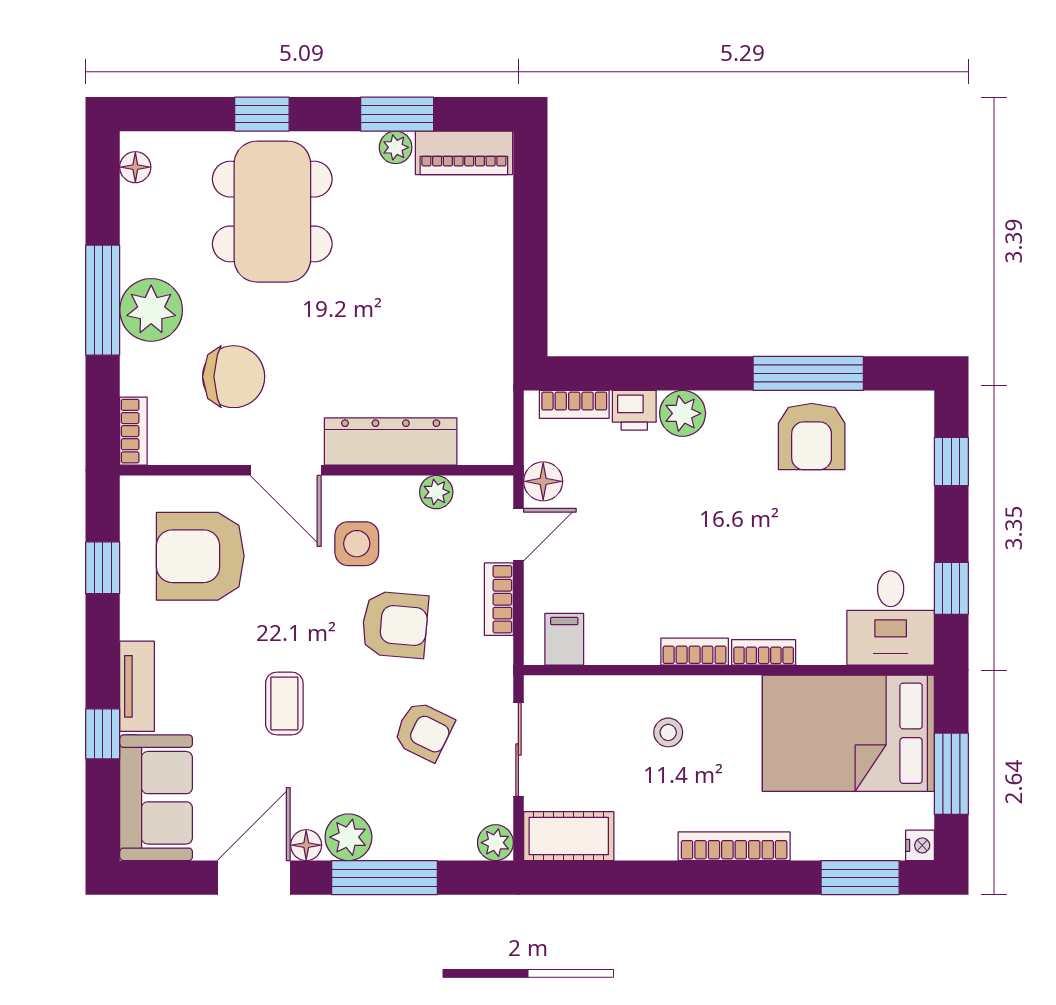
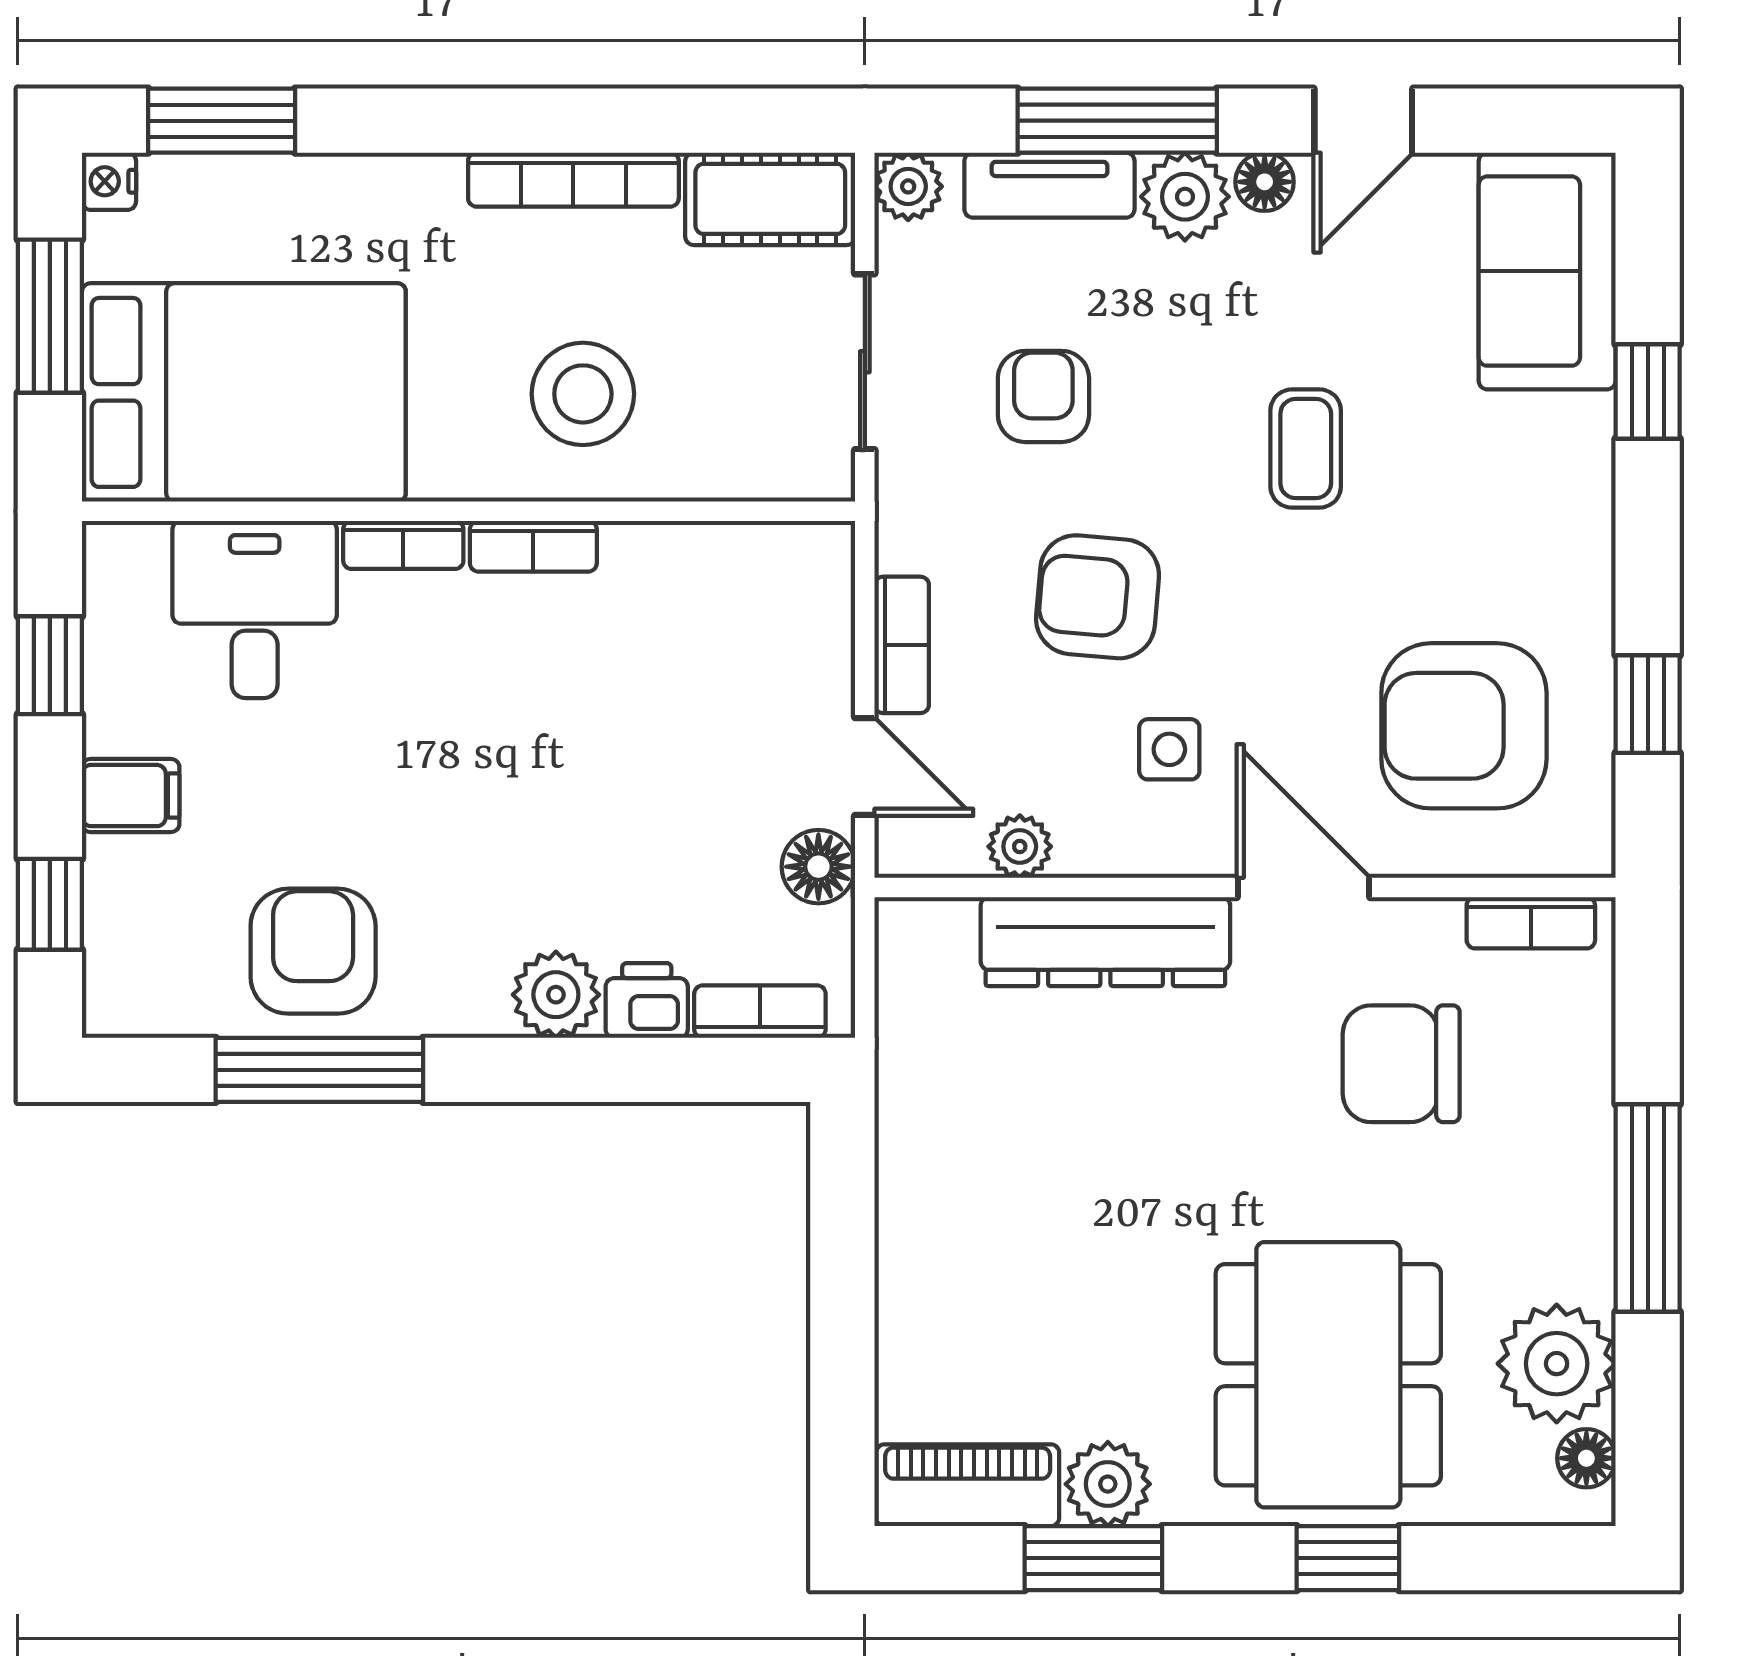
plant: (396, 147) -> (1108, 1484), width x1.38, depth x1.38
plant: (151, 310) -> (1557, 1364), moved
bookcase: (133, 431) -> (1531, 923), moved, turned -90
door: (518, 535) -> (865, 767), swing flipped
side table: (357, 544) -> (1169, 749), width x0.73, depth x0.73
armchair: (200, 556) -> (1464, 726), turned 180
desk: (891, 618) -> (255, 609), moved
filing cabinet: (564, 639) -> (131, 796), moved, turned -90
tv unit: (137, 686) -> (1049, 185), moved, turned -90
armchair: (424, 731) -> (1043, 396), turned 64
stool: (668, 732) -> (583, 394), width x1.89, depth x1.89
bookcase: (734, 846) -> (573, 180), moved
door: (254, 878) -> (1363, 121), width x0.73

